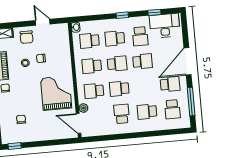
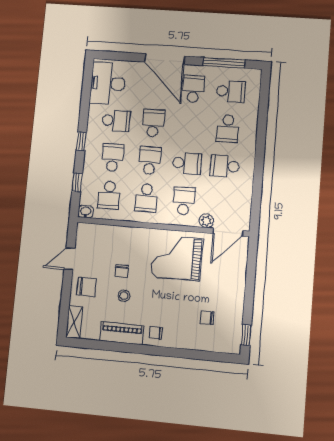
window: (154, 12) -> (77, 183), moved
school desk: (115, 38) -> (113, 158), turned 180
school desk: (119, 89) -> (187, 163), turned -90
school desk: (94, 91) -> (184, 201), turned 180

